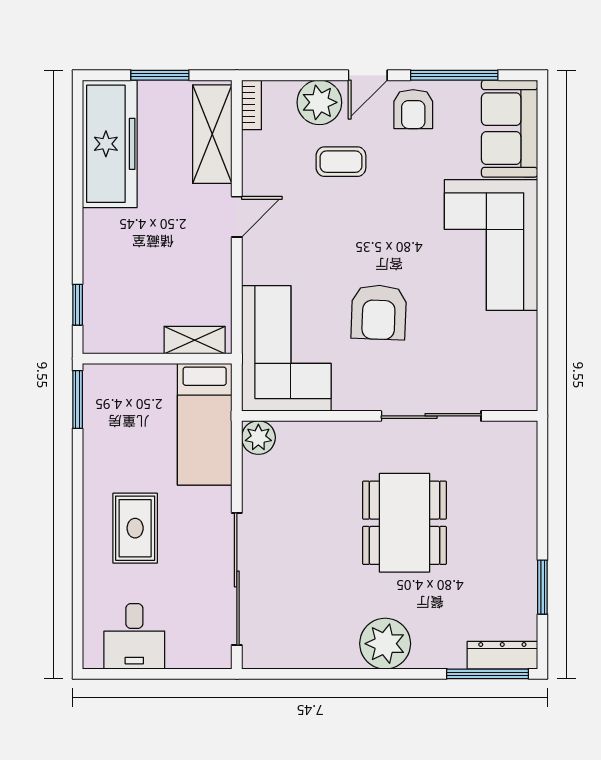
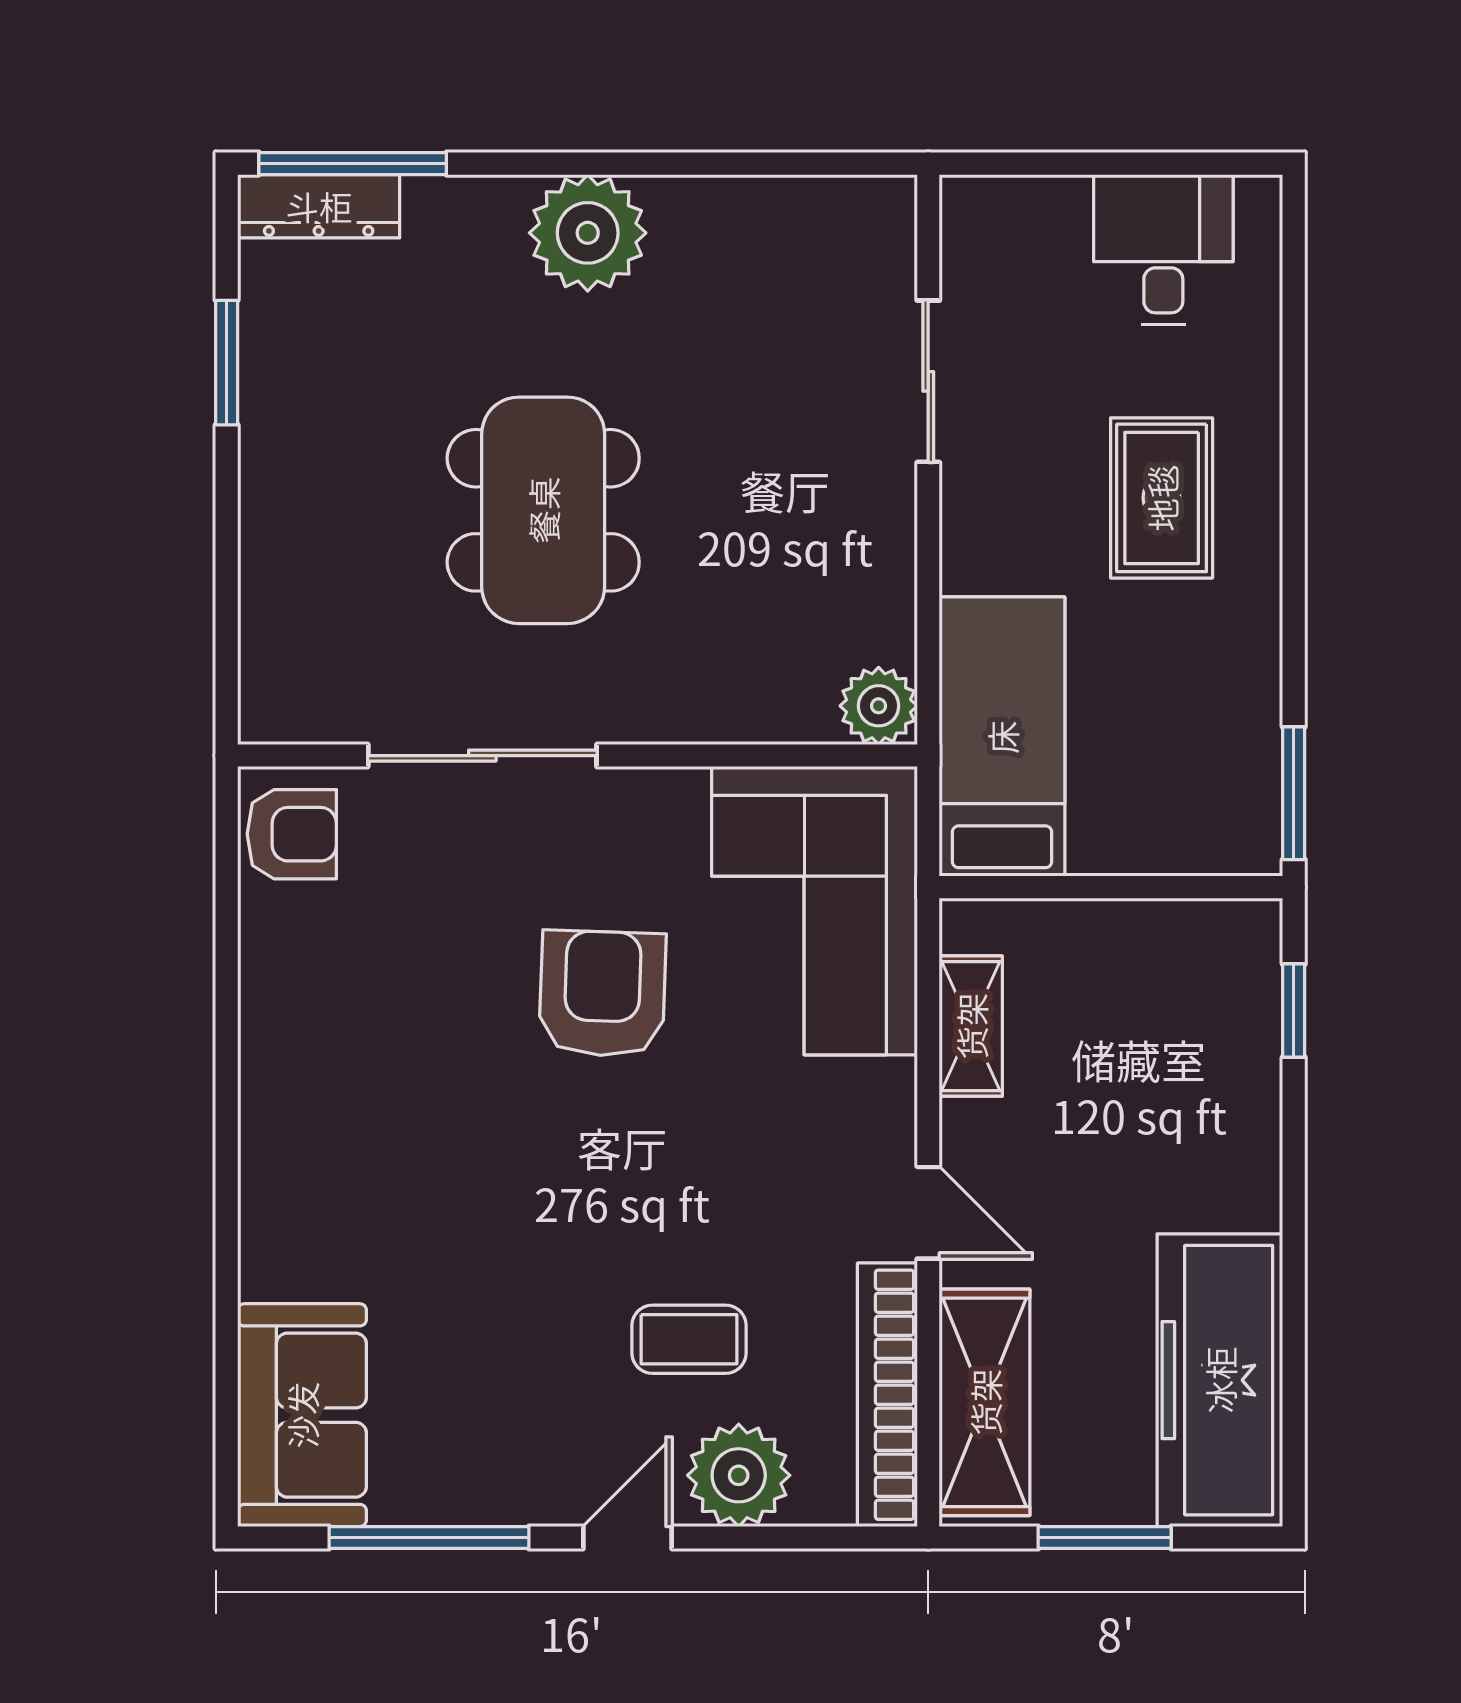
bookcase: (251, 105) -> (887, 1395), width x2.31, depth x1.31
armchair: (413, 109) -> (292, 834), moved, turned 90
door: (237, 217) -> (928, 1213), swing flipped
corner sofa: (491, 245) -> (345, 1148), removed
shelving: (195, 340) -> (971, 1026), moved, turned 90
sliding door: (237, 579) -> (928, 381), width x0.54

